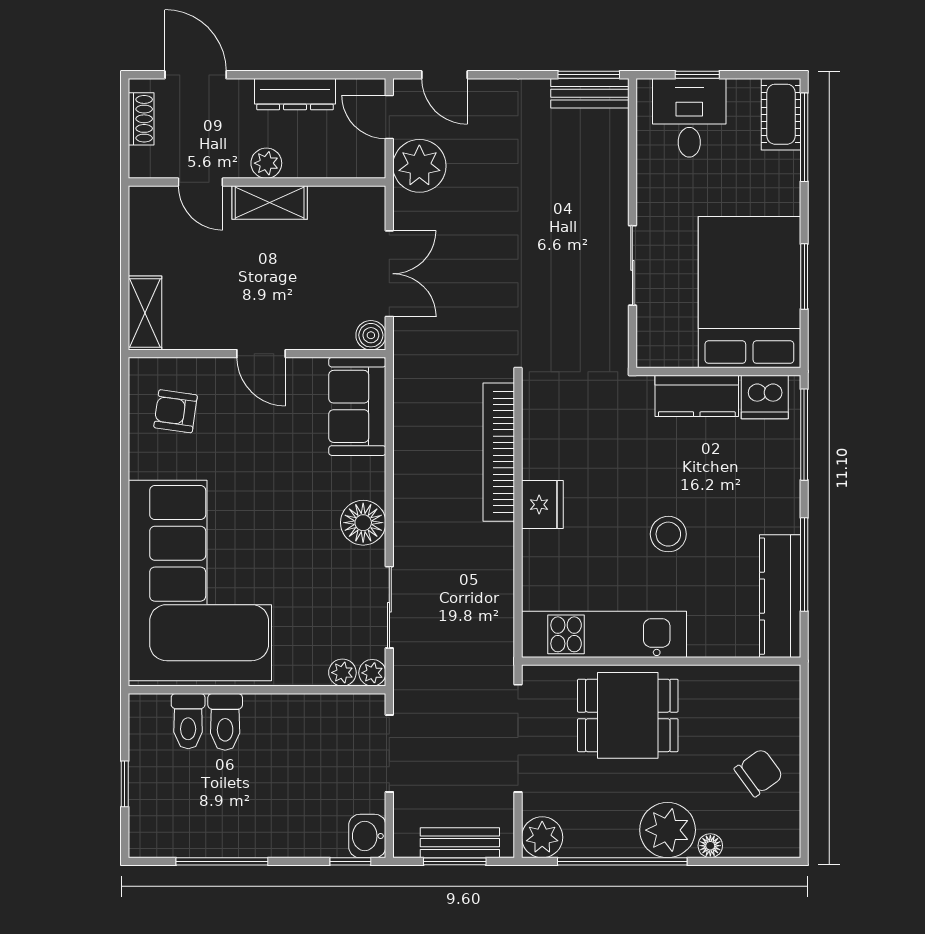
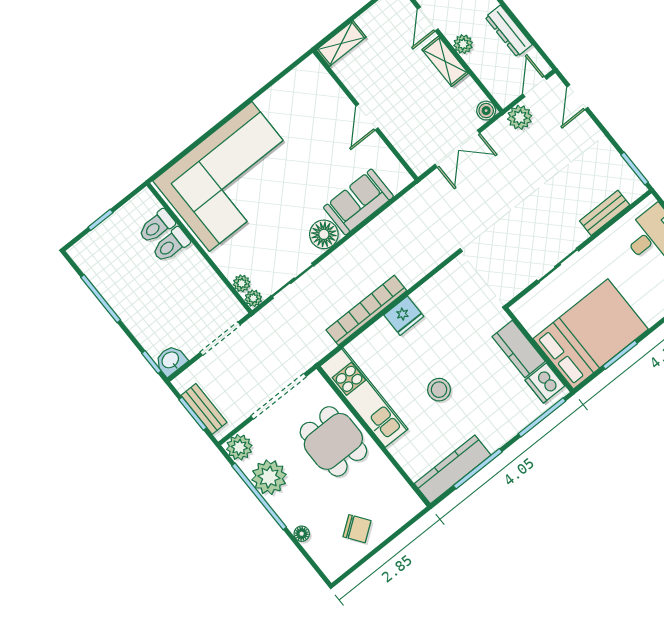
bench: (590, 93) -> (605, 213), moved, turned 90
plant: (419, 166) -> (520, 117), width x0.73, depth x0.73
boiler: (371, 335) -> (486, 111), moved
sofa: (357, 406) -> (358, 202), moved
armchair: (176, 411) -> (305, 98), removed
bookcase: (499, 452) -> (366, 310), moved
plant: (668, 830) -> (269, 477), moved

